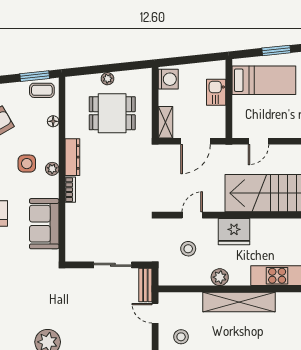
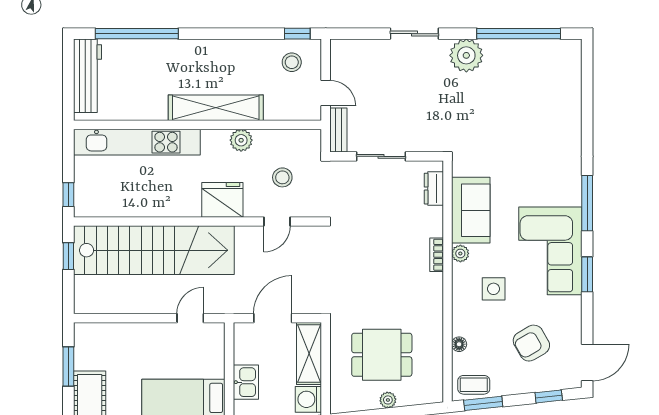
shelving: (165, 122) -> (309, 353), width x1.50, depth x1.33
dresser: (72, 157) -> (434, 189), moved, width x0.70
plant: (52, 169) -> (460, 253), moved

